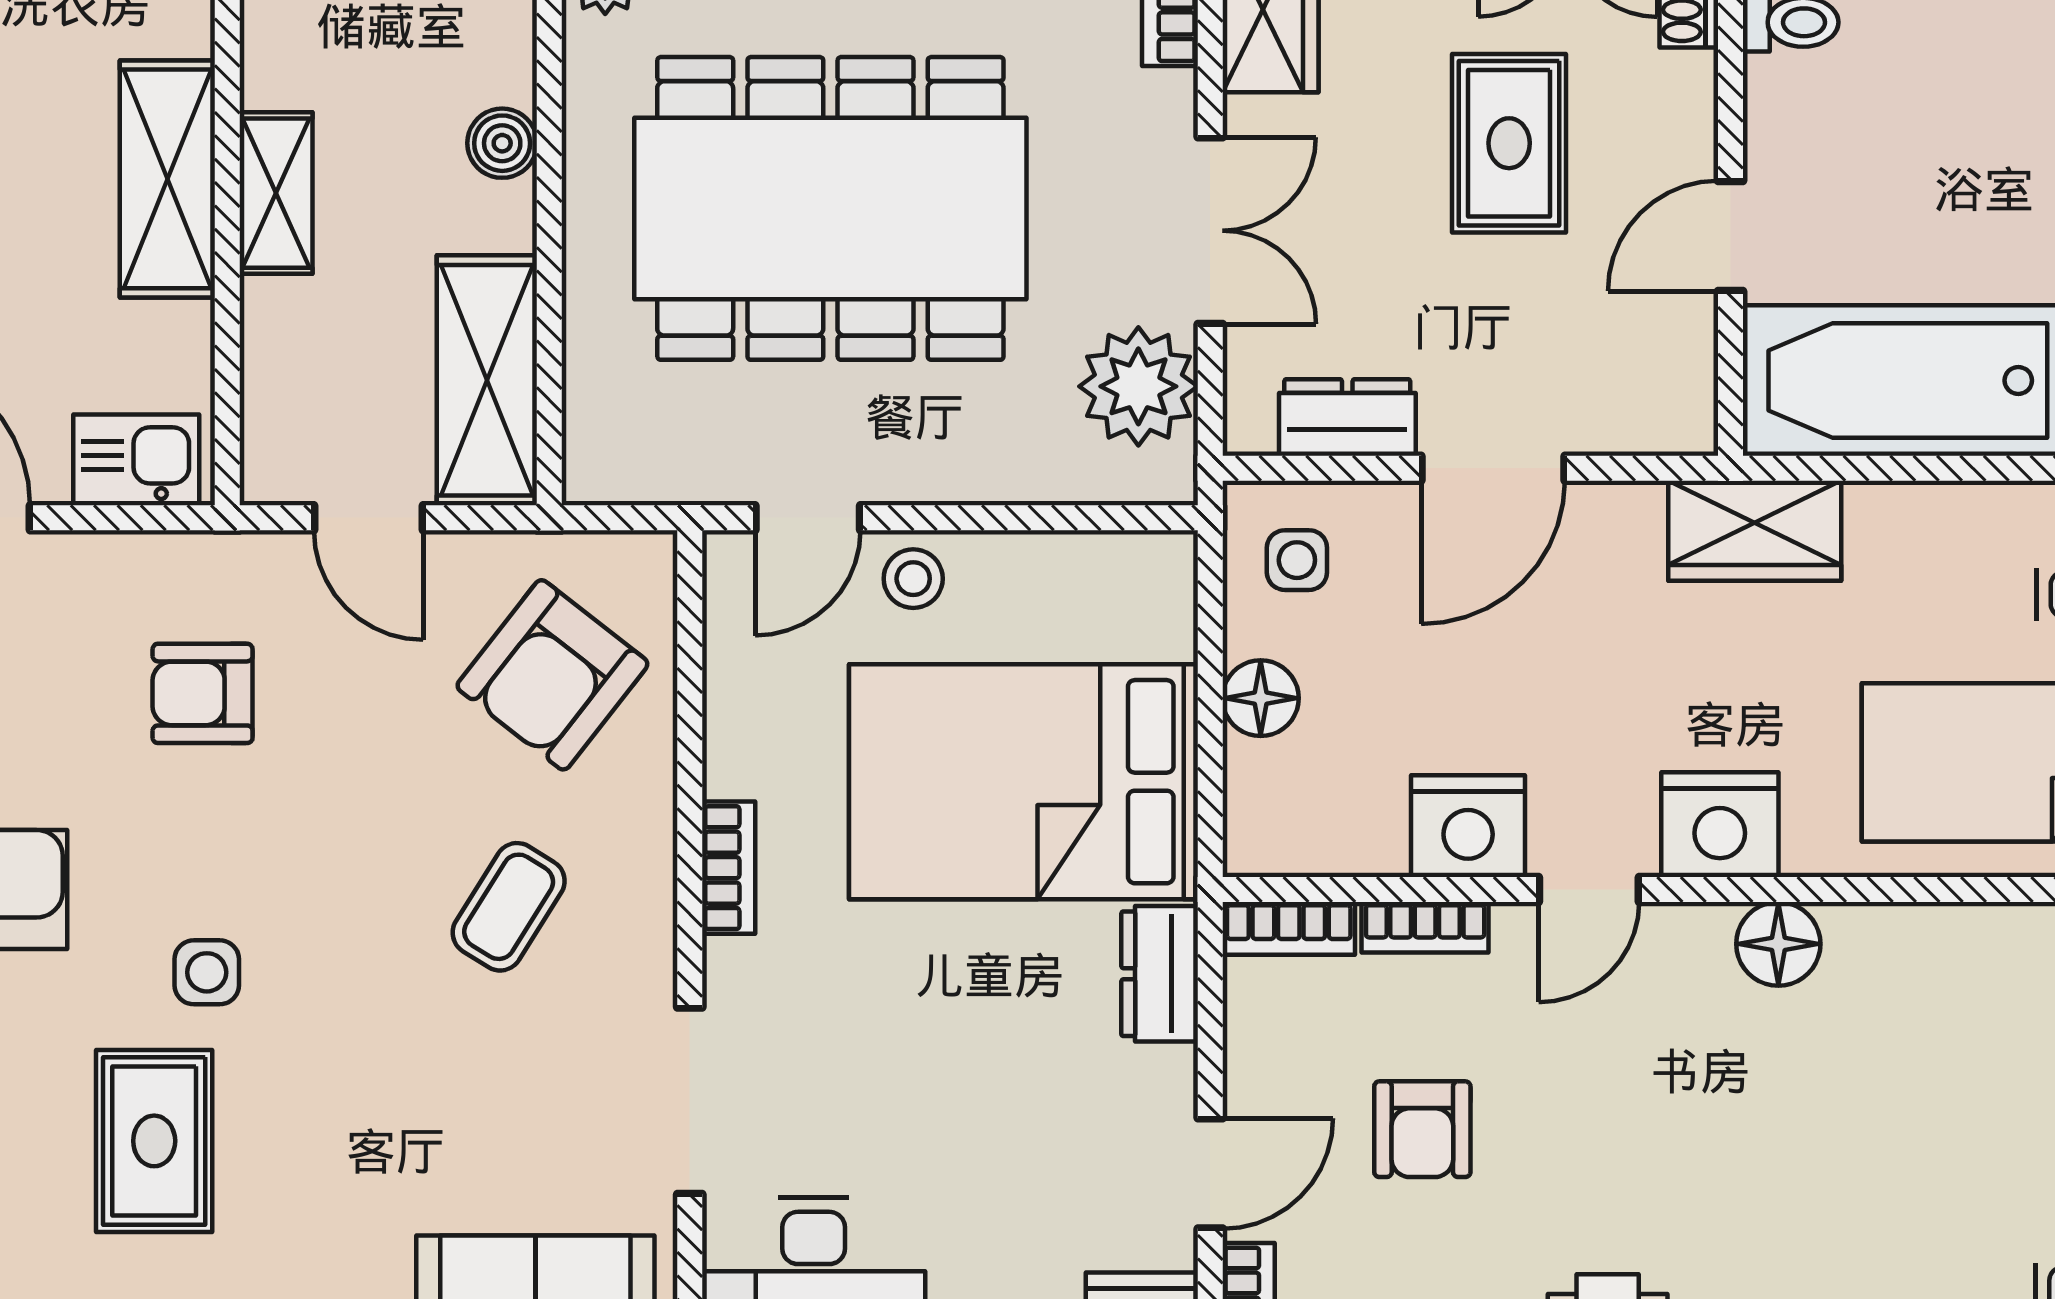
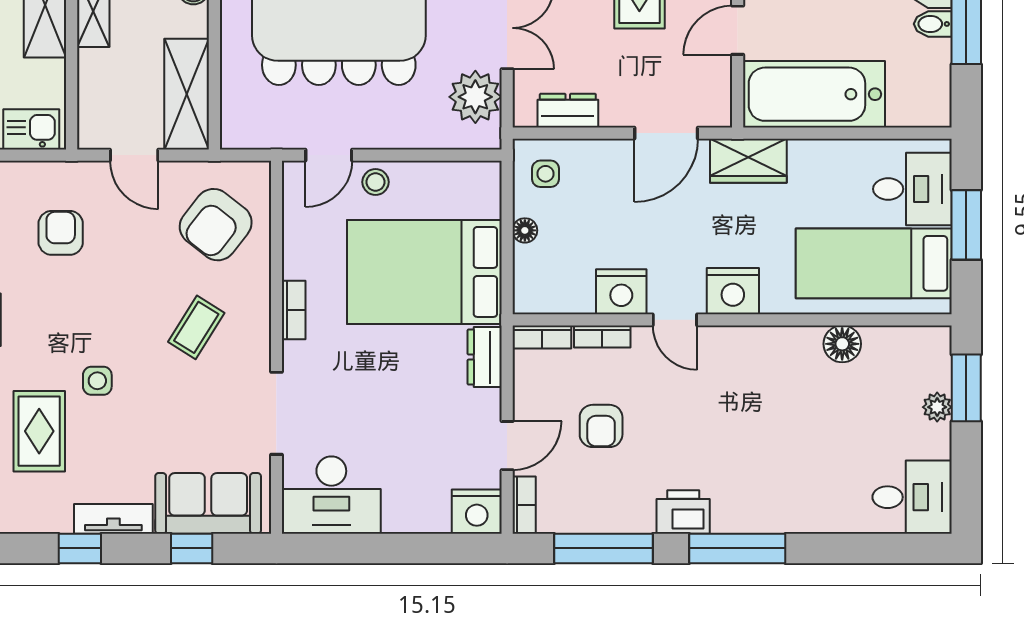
door: (1493, 468) -> (666, 133), moved
armchair: (203, 693) -> (61, 233), turned 90
floor lamp: (1261, 698) -> (525, 230), width x0.73, depth x0.73
door: (1589, 890) -> (675, 320), hinge flipped
floor lamp: (1778, 944) -> (842, 344), moved
side table: (207, 972) -> (97, 381), moved

